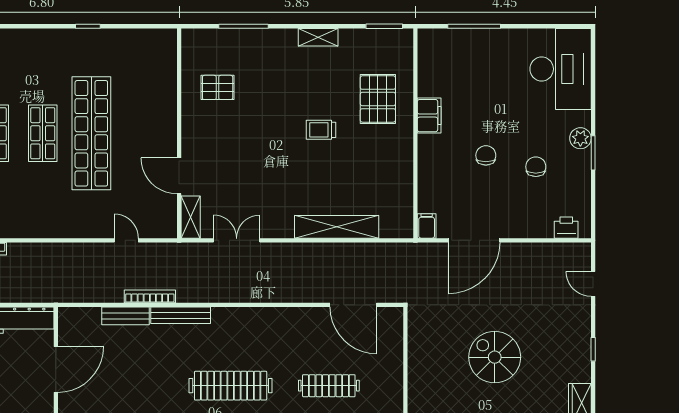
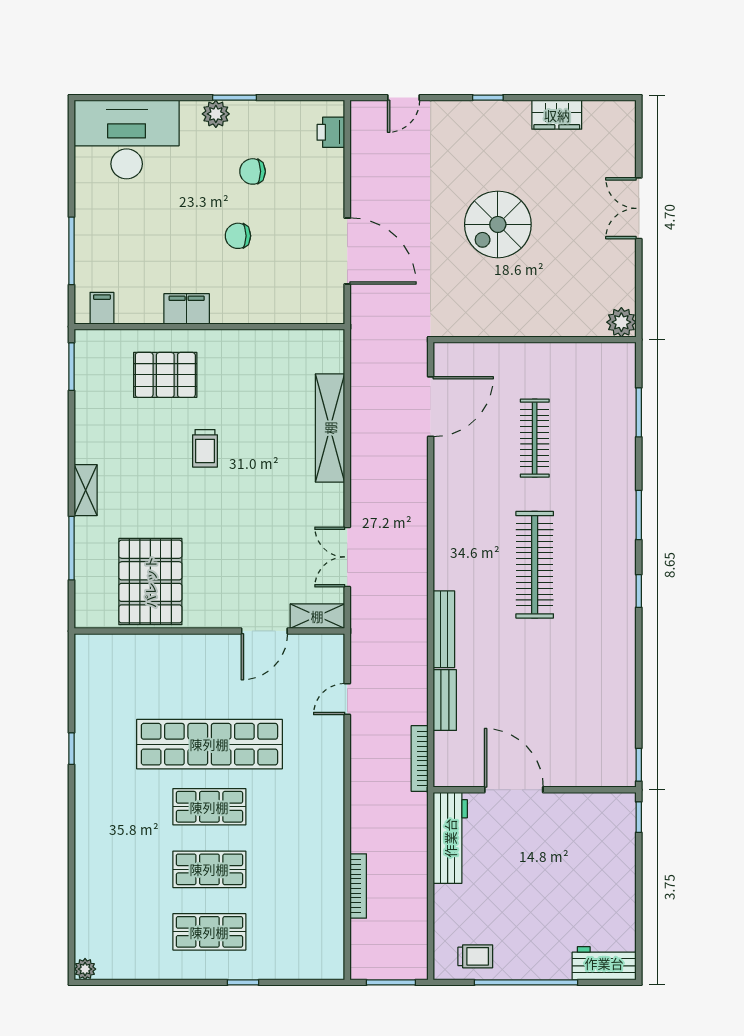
shelving: (318, 37) -> (86, 490), moved
pallet: (218, 87) -> (150, 582), width x2.05, depth x2.00
filing cabinet: (427, 226) -> (102, 308), moved, turned 90
bookcase: (150, 296) -> (420, 759), moved

